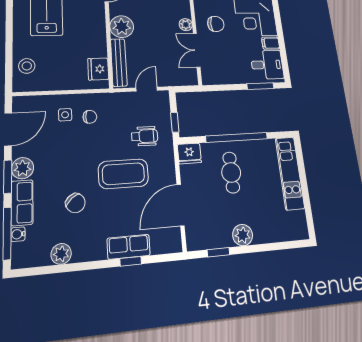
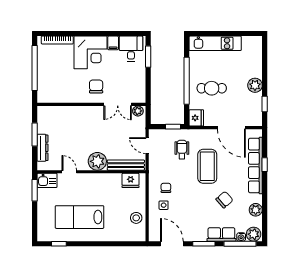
plant: (186, 25) -> (138, 111), moved
stool: (27, 66) -> (136, 218), moved
plant: (23, 168) -> (254, 234), moved
row of seats: (129, 247) -> (255, 166), width x2.02

